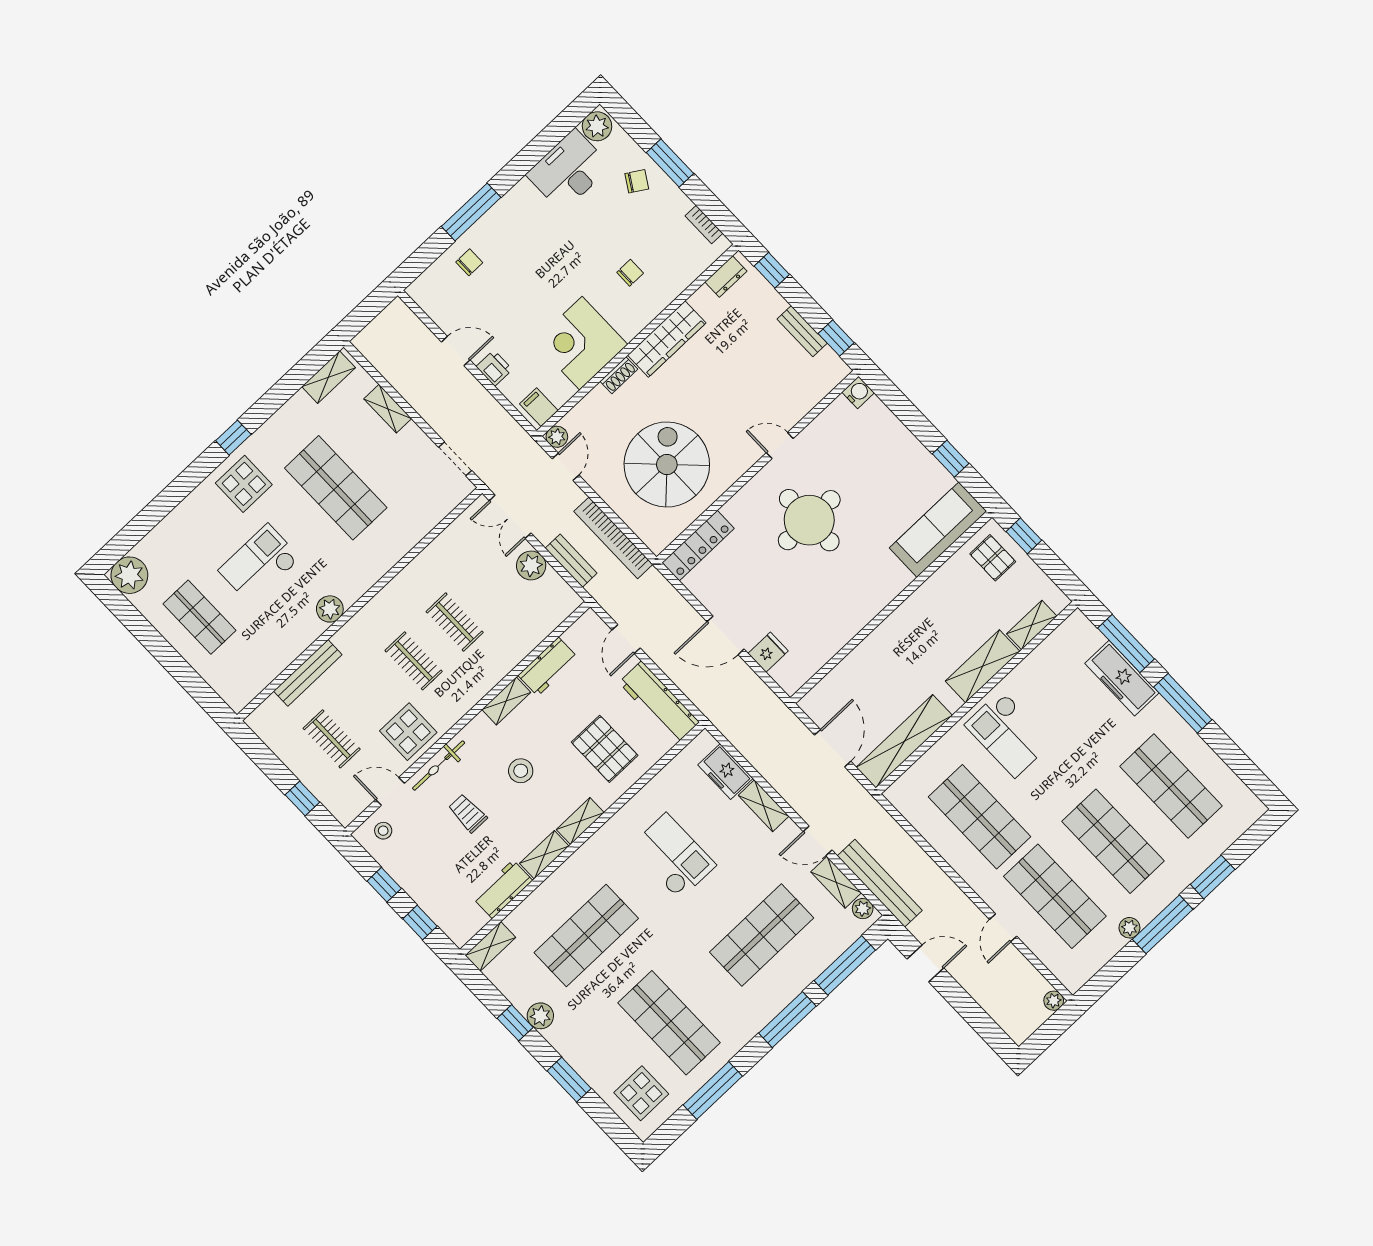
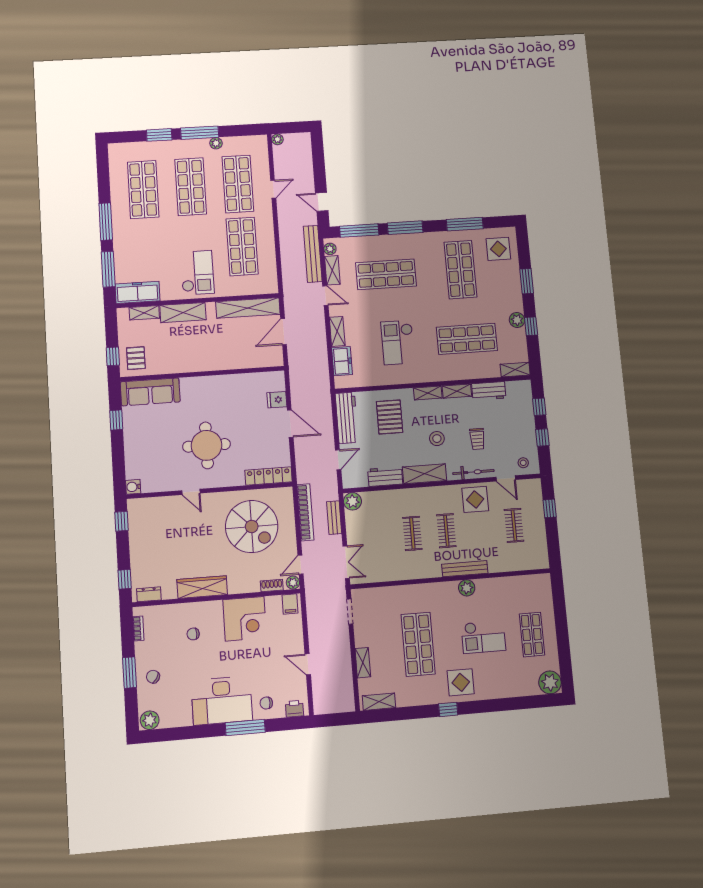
desk: (569, 170) -> (222, 701), moved, width x1.36, depth x1.30
bench: (802, 331) -> (135, 538), removed
printer: (494, 368) -> (294, 709), moved, turned 90
shoe rack: (619, 375) -> (272, 586), moved
spiral stairs: (667, 465) -> (252, 526), turned -90
plant: (531, 565) -> (352, 501), moved
bench: (308, 673) -> (465, 569), moved
freezer: (1122, 678) -> (137, 292), moved, turned -90
shelving: (506, 701) -> (425, 474), width x1.50, depth x1.33

